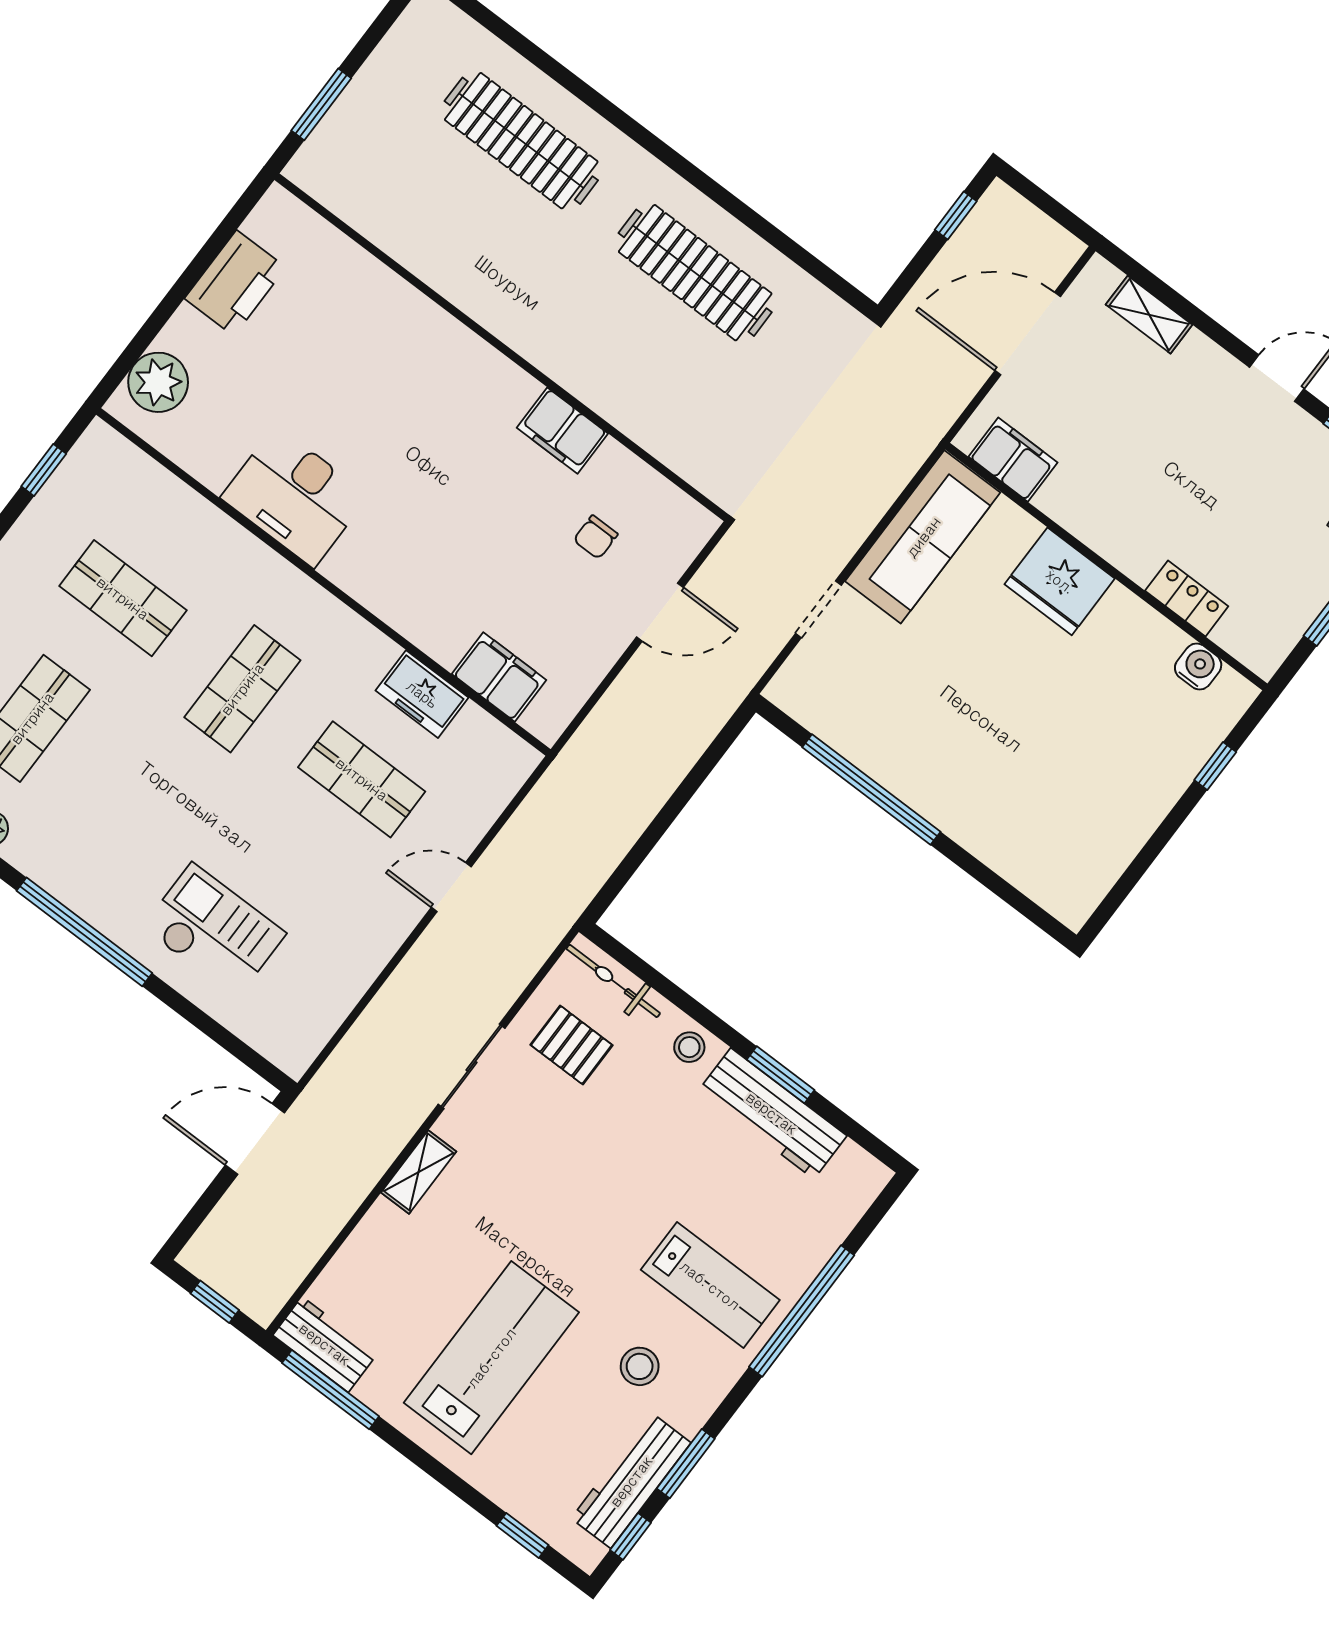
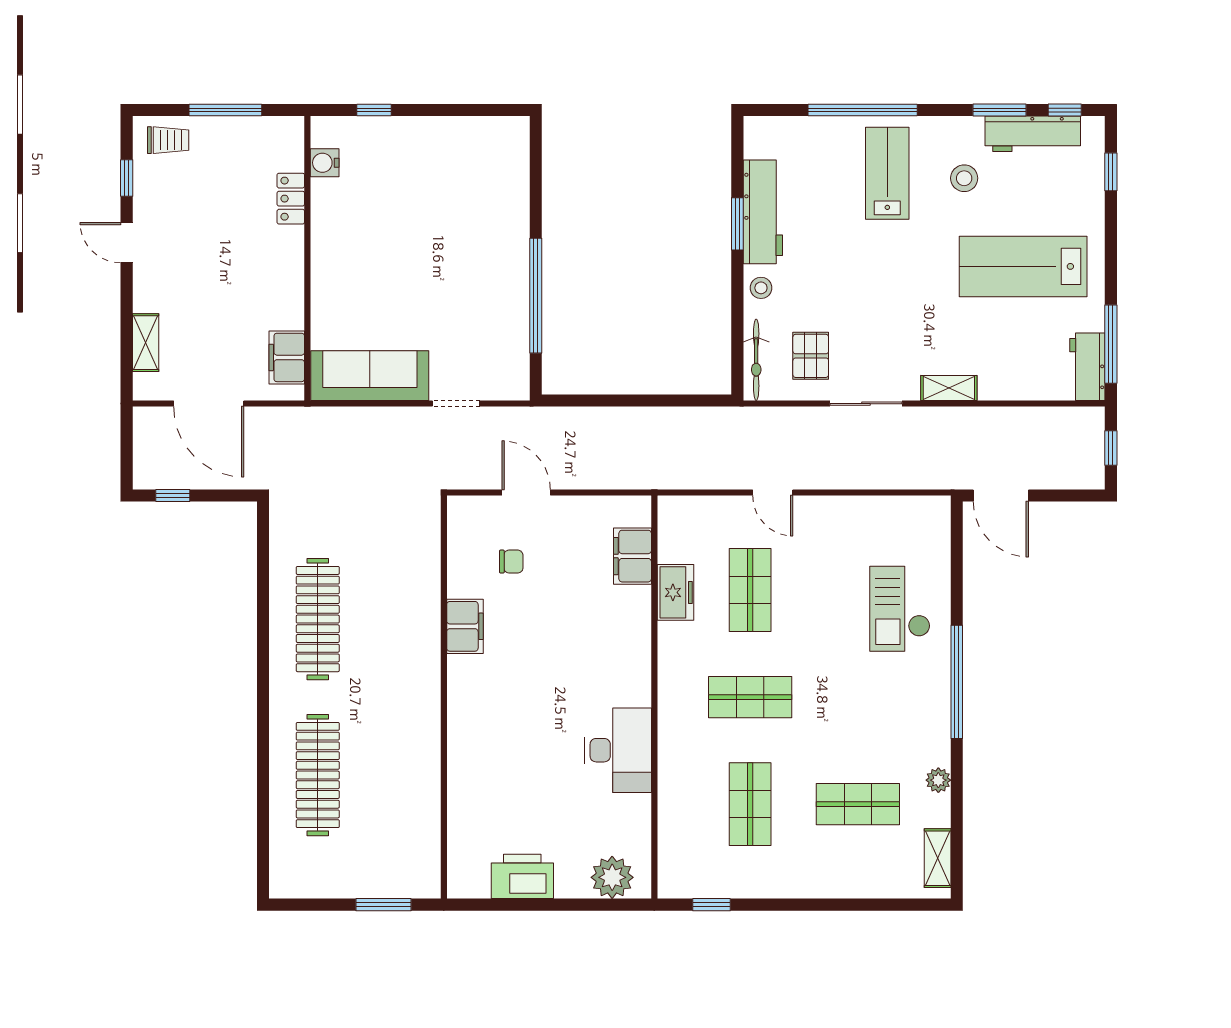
fridge: (1060, 581) -> (336, 278), removed

